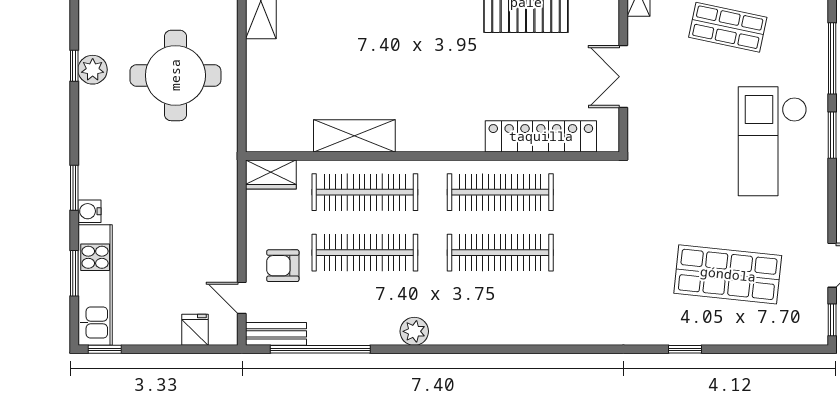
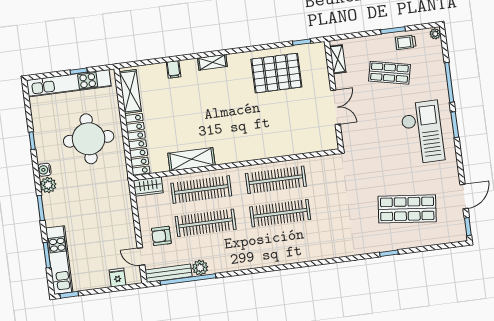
plant: (93, 70) -> (48, 185), moved
double door: (623, 77) -> (335, 107), swing flipped
locker: (541, 136) -> (137, 144), moved, turned 90
checkout: (773, 141) -> (422, 132), turned 180
water cooler: (89, 211) -> (44, 170), moved
plant: (414, 331) -> (200, 268), moved
bench: (276, 334) -> (169, 273), width x1.36

